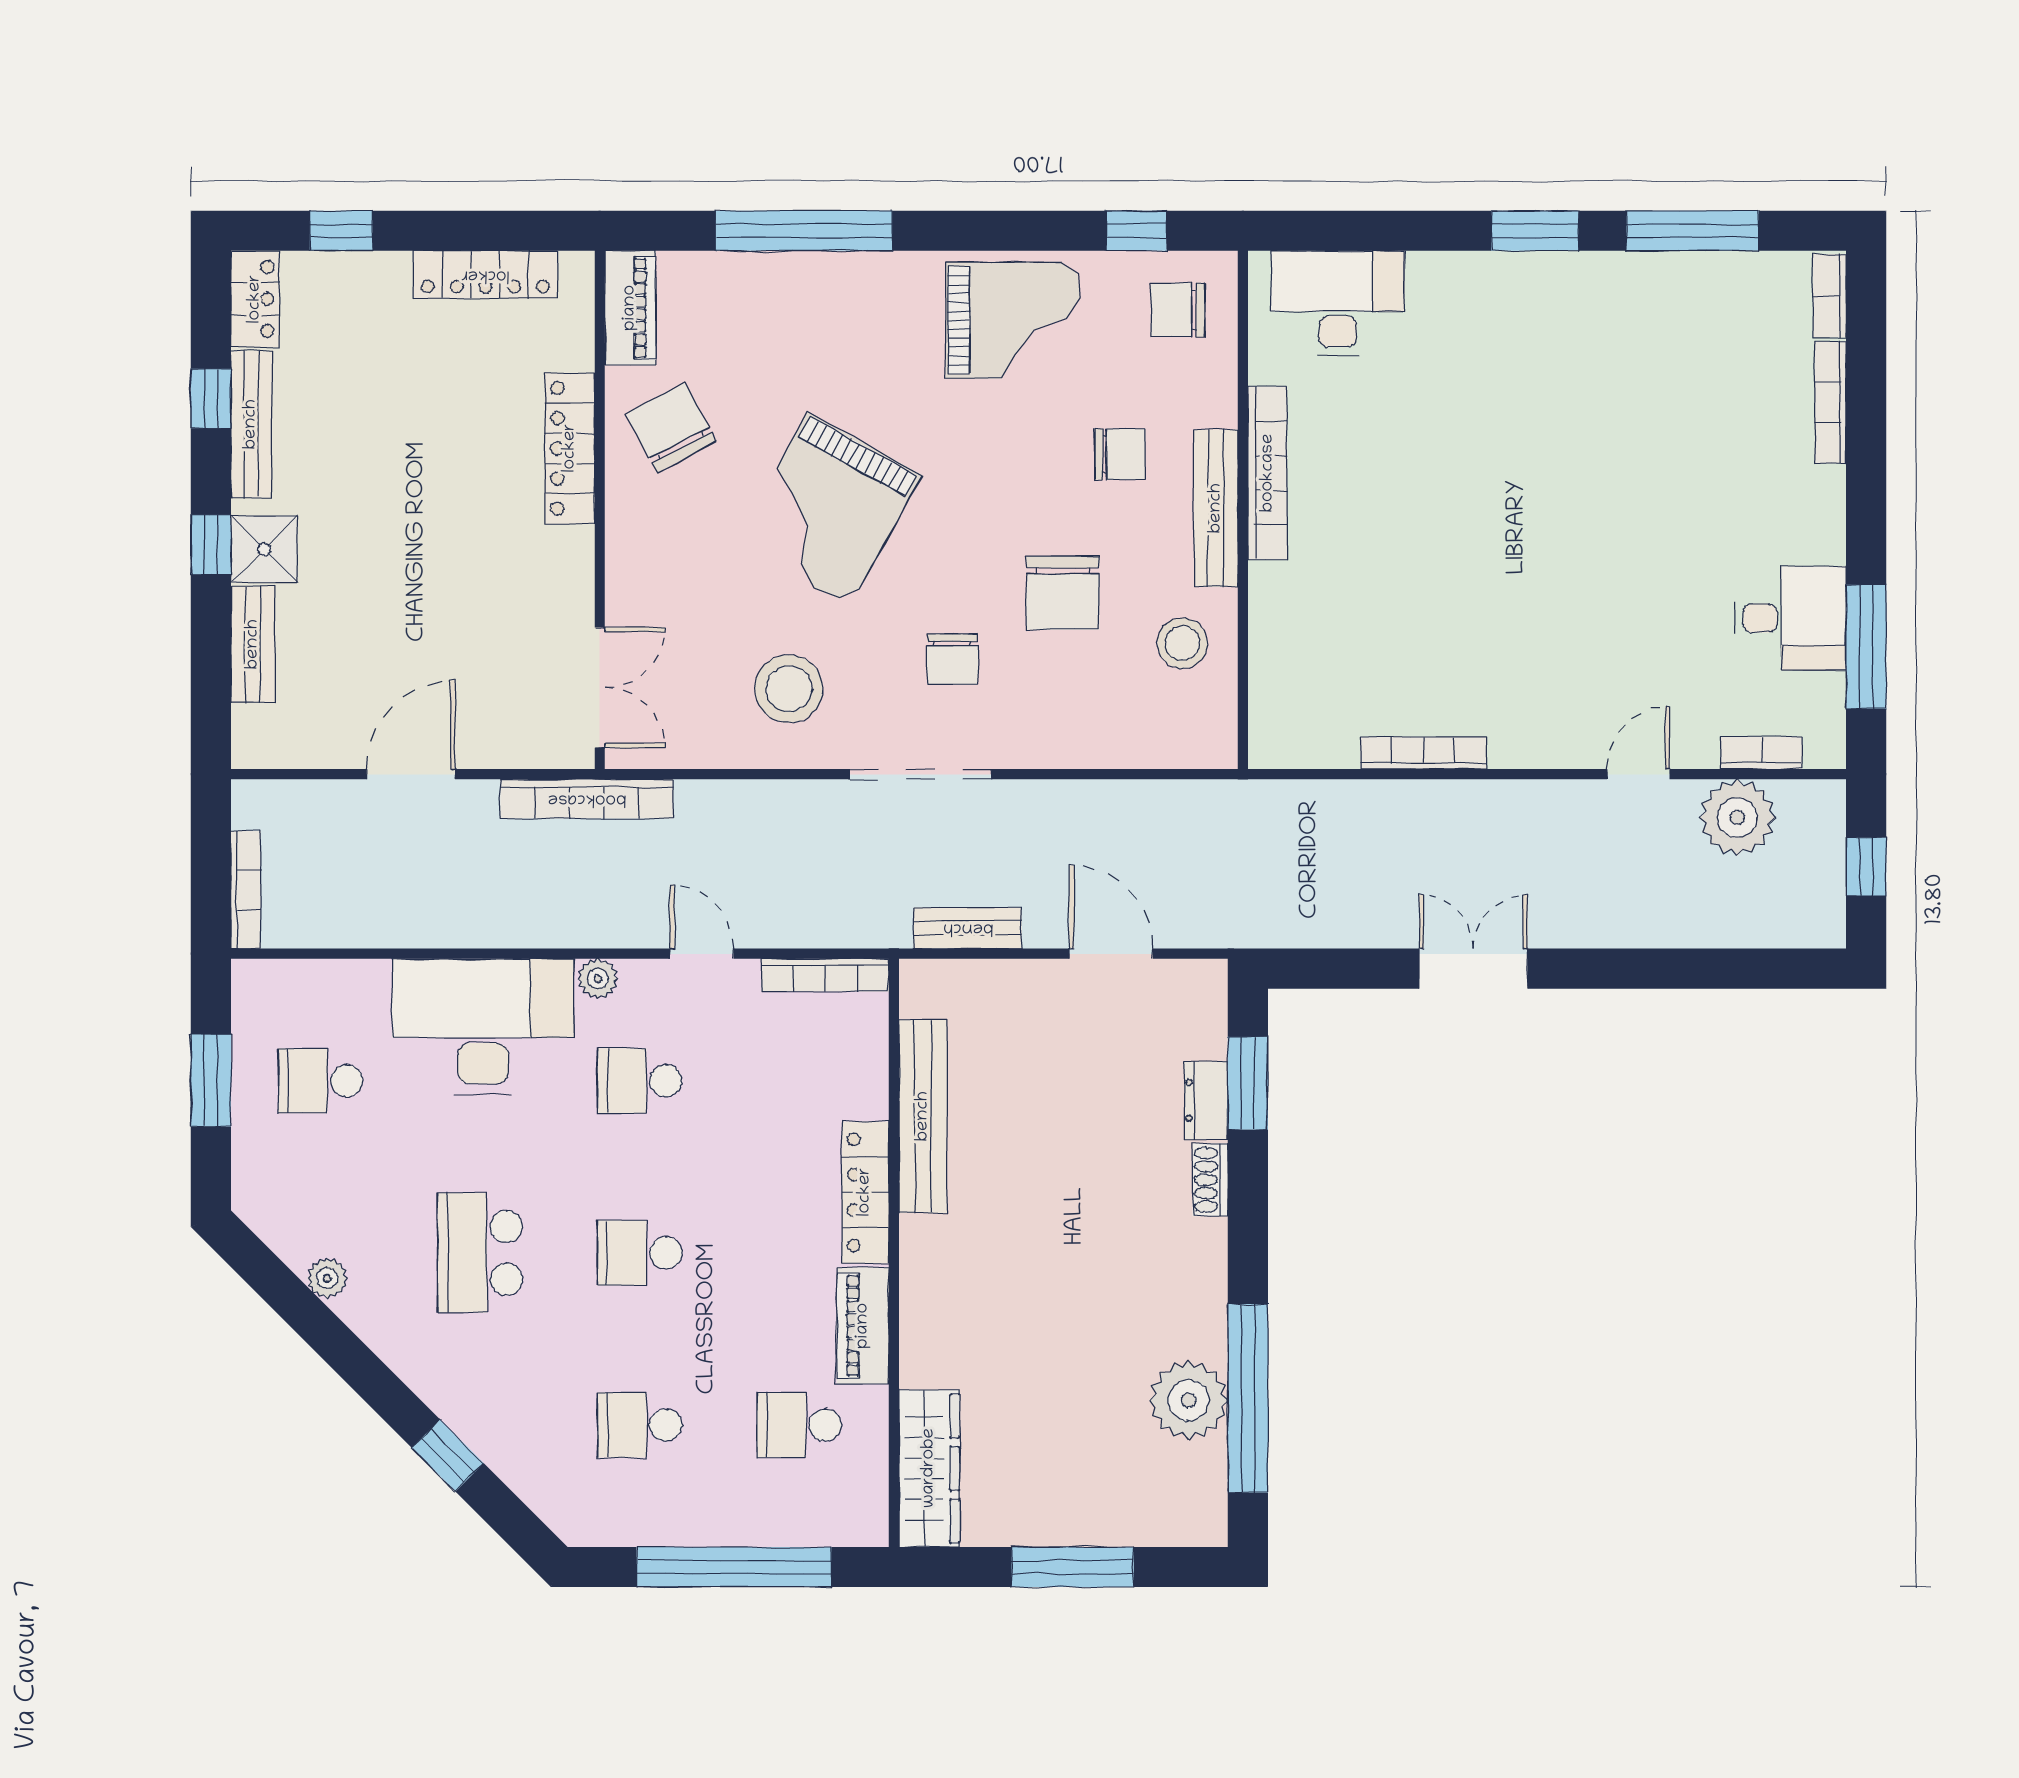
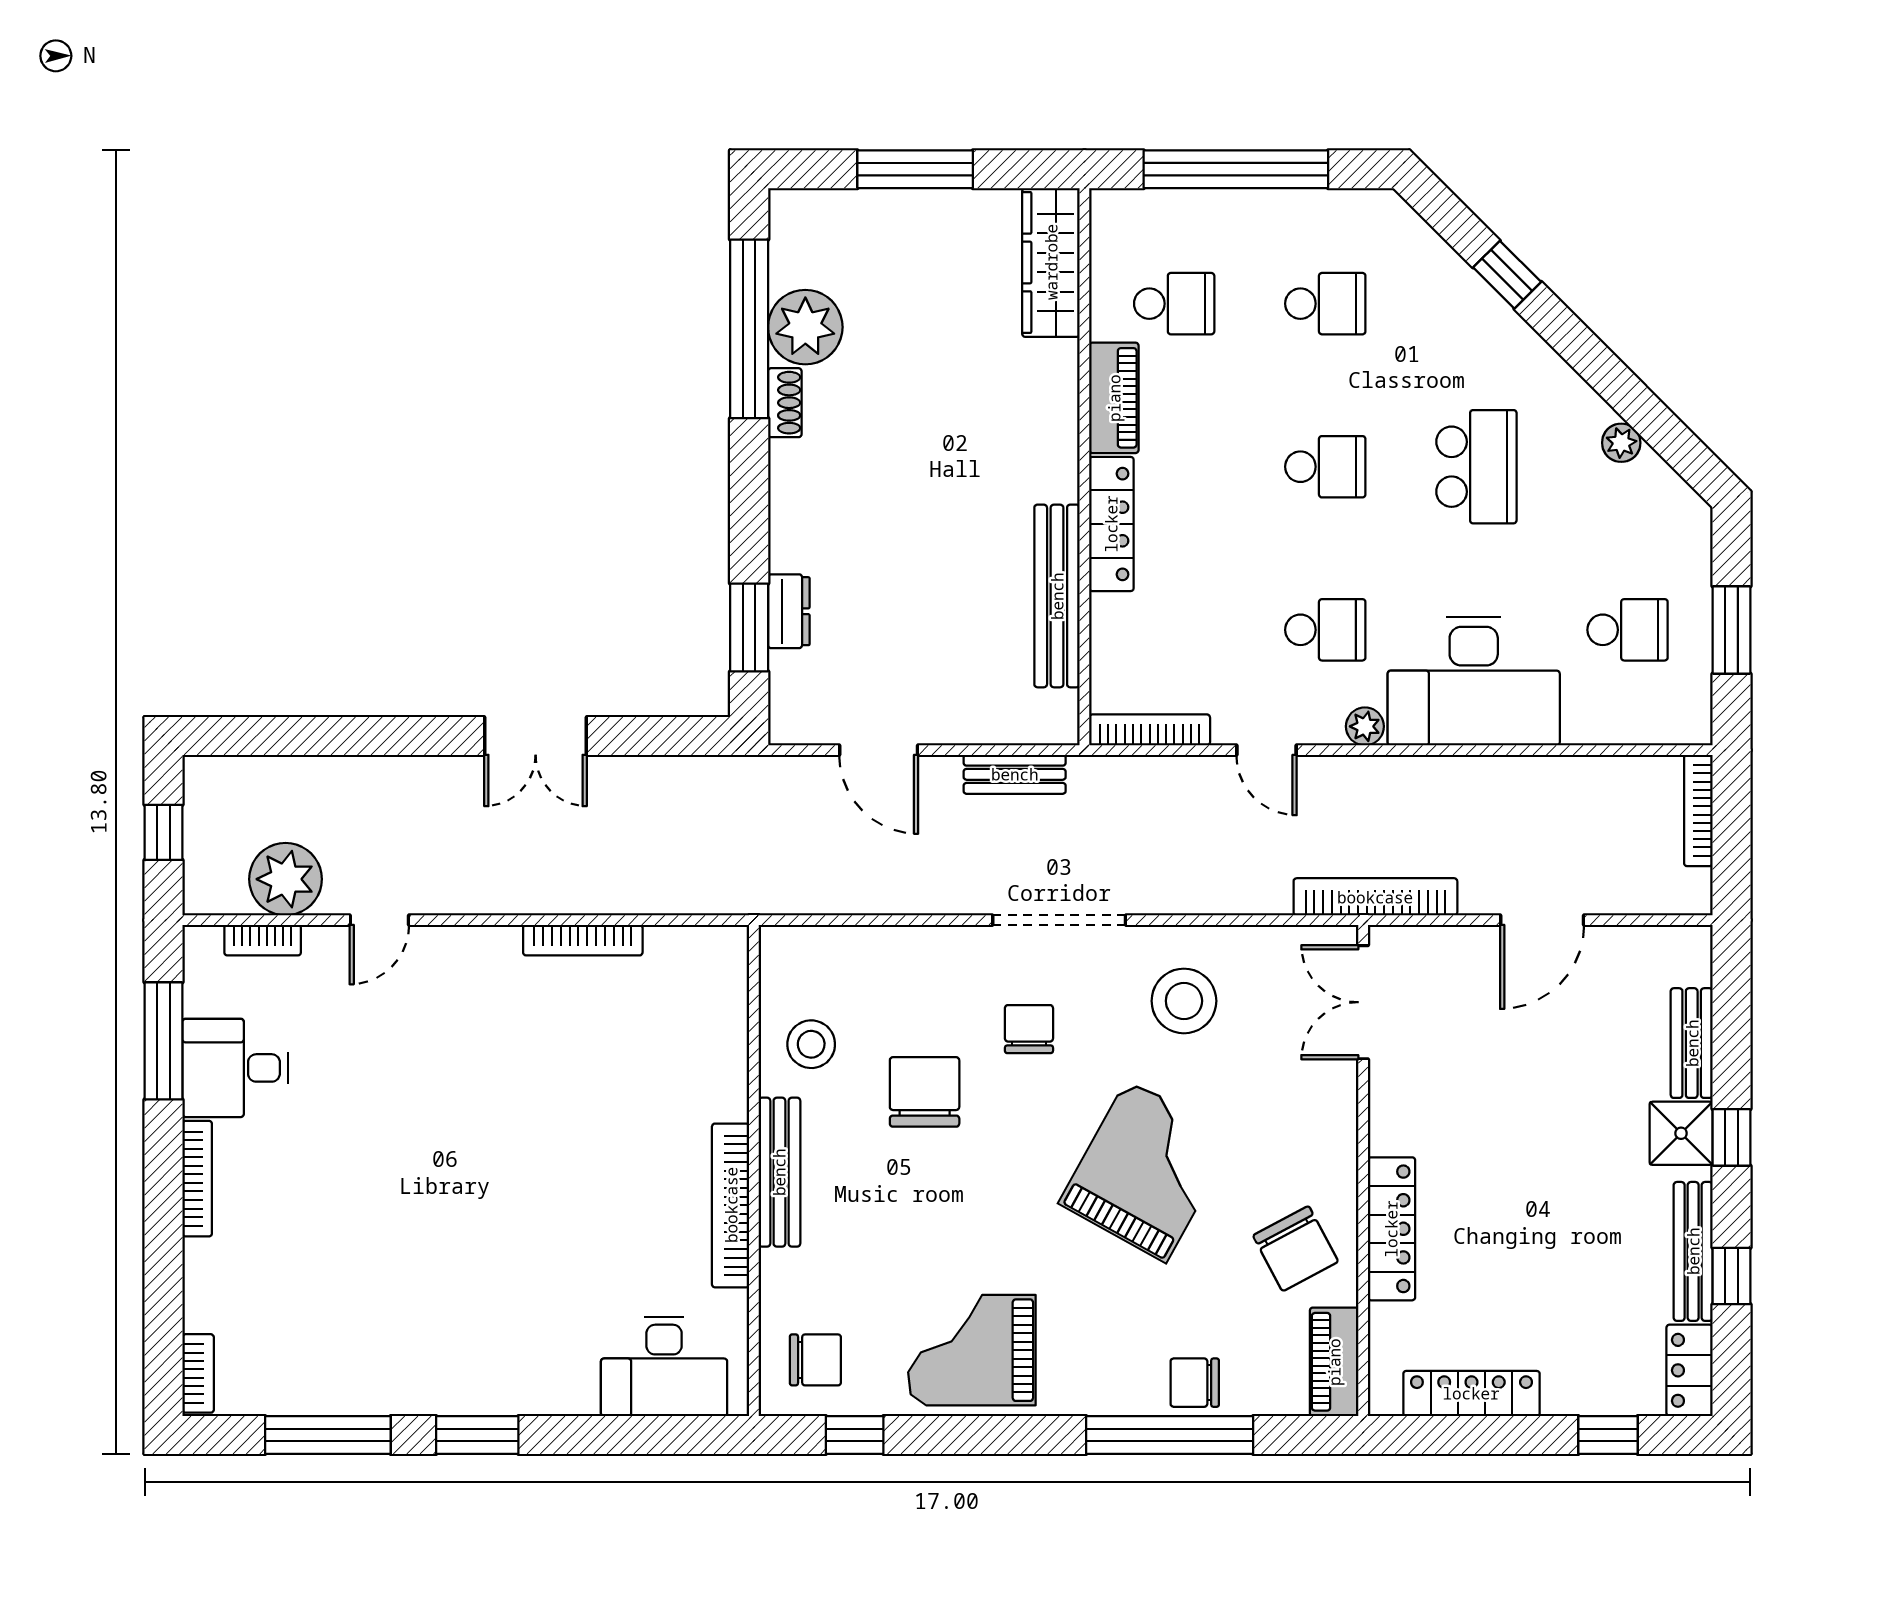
bookcase: (1831, 402) -> (197, 1179), moved
chair: (1120, 454) -> (1195, 1383), moved
shoe rack: (1210, 1180) -> (785, 403), moved

